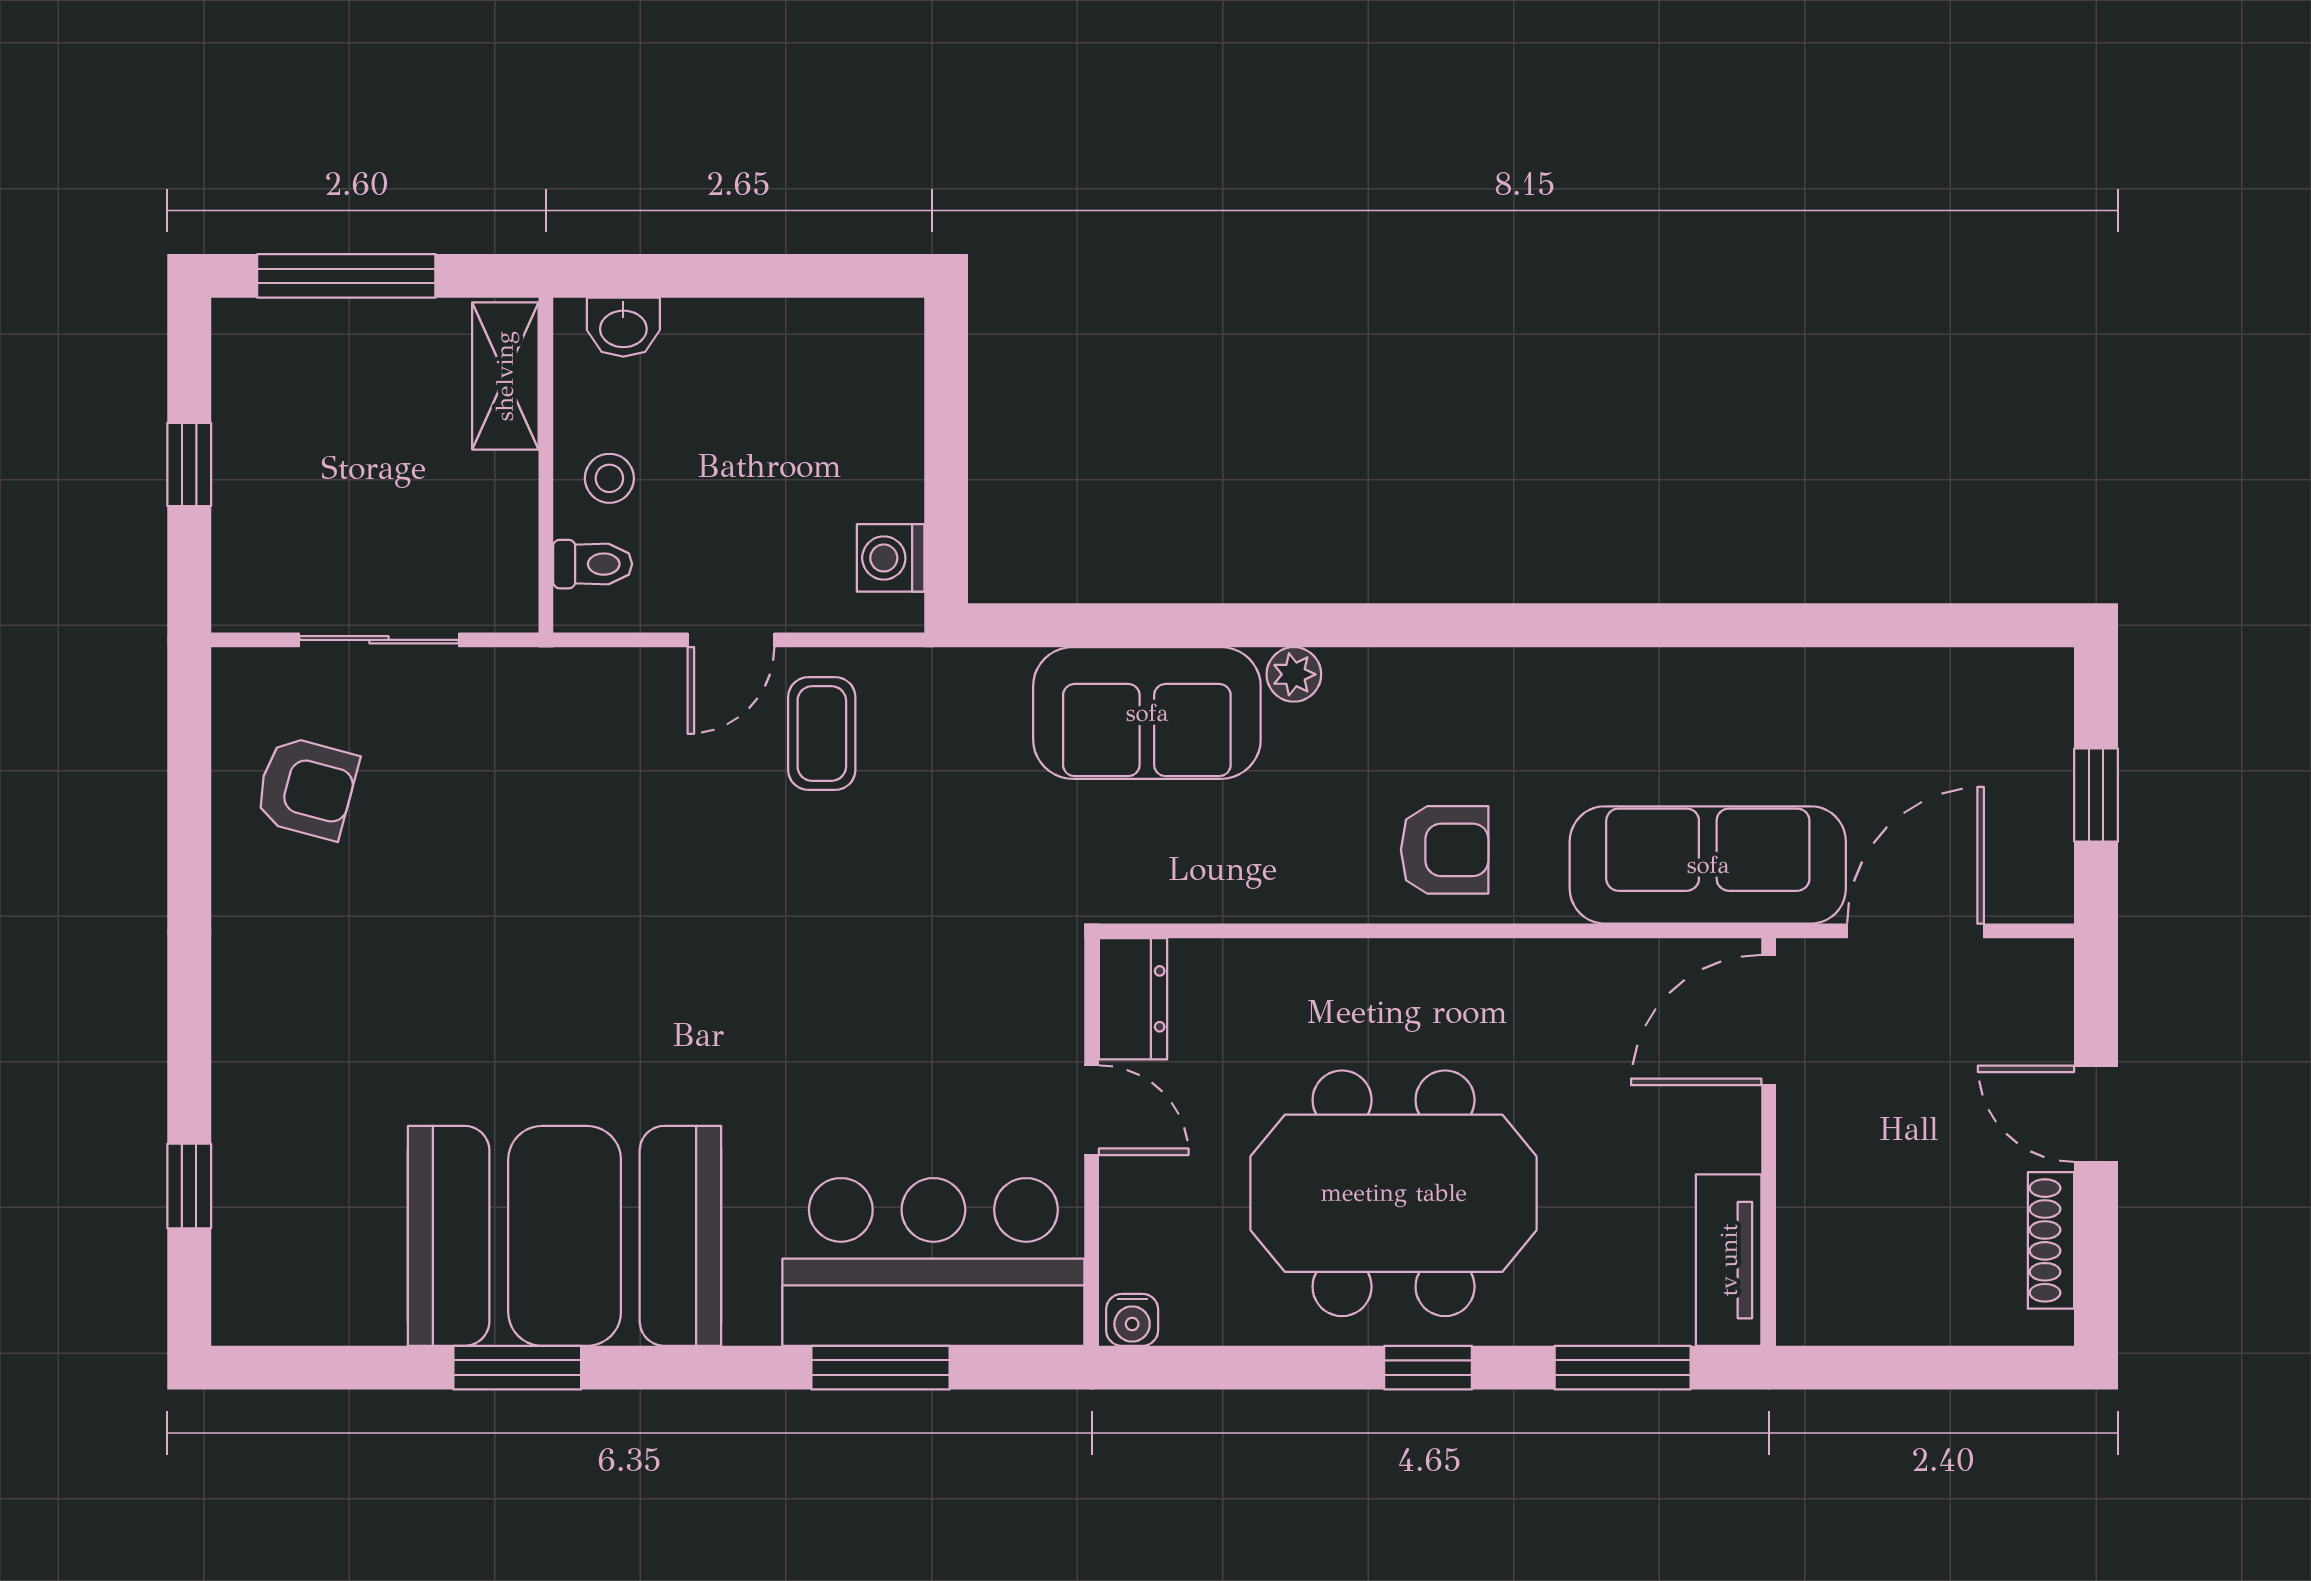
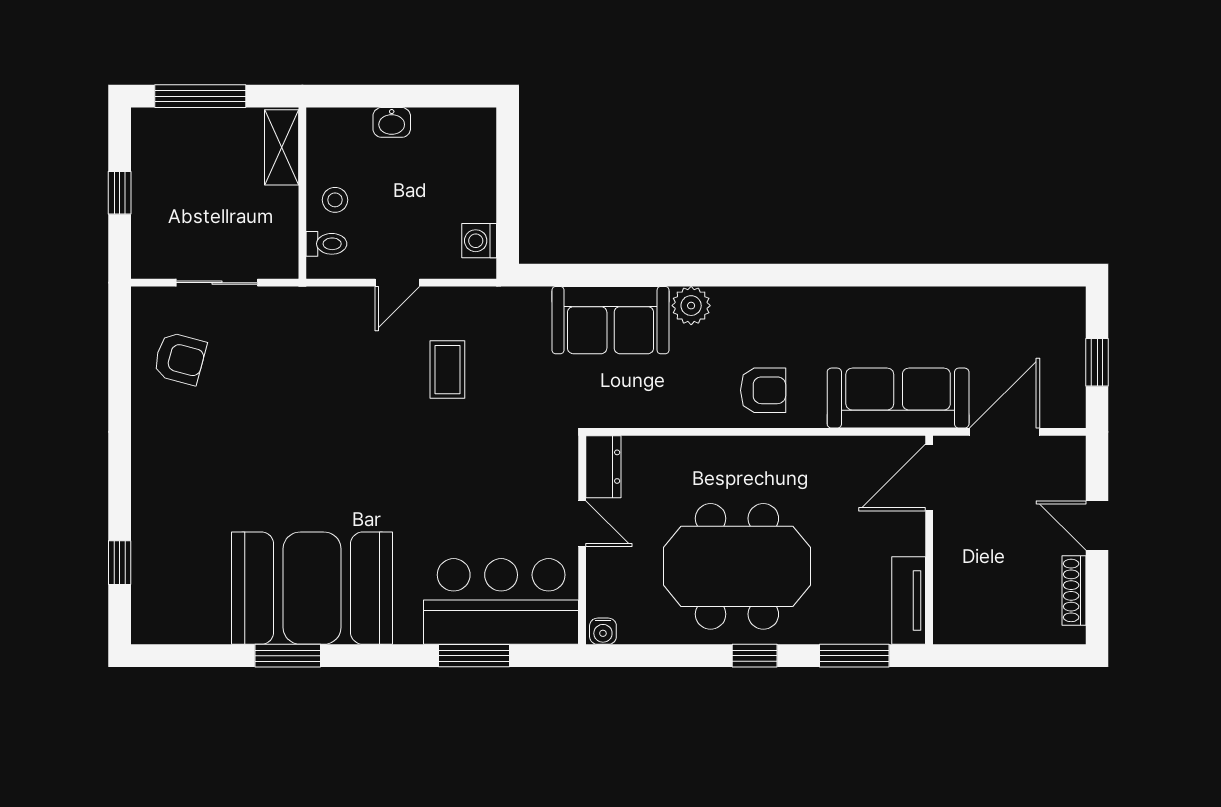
washbasin: (623, 327) -> (392, 122), moved
plant: (1294, 674) -> (691, 306), width x1.38, depth x1.38
coffee table: (822, 733) -> (447, 370), moved

